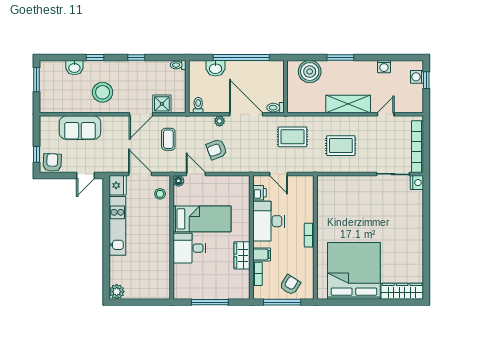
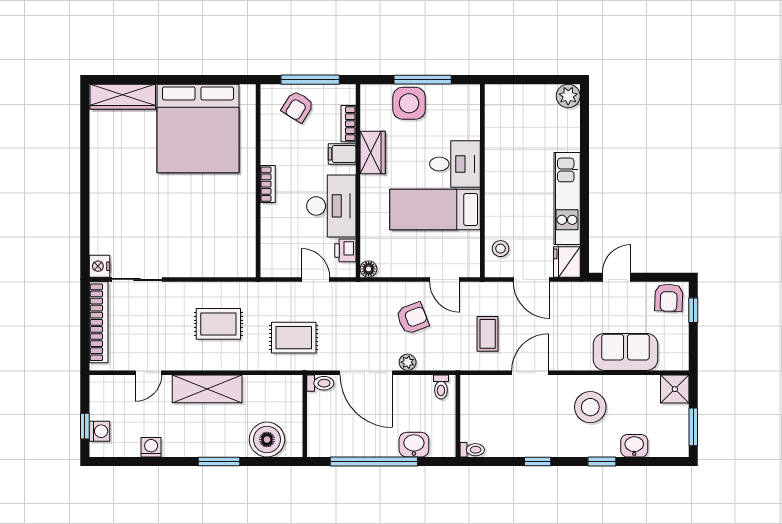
shower: (162, 104) -> (675, 389), moved
floor lamp: (178, 181) -> (369, 269), moved
side table: (219, 287) -> (409, 103), added

